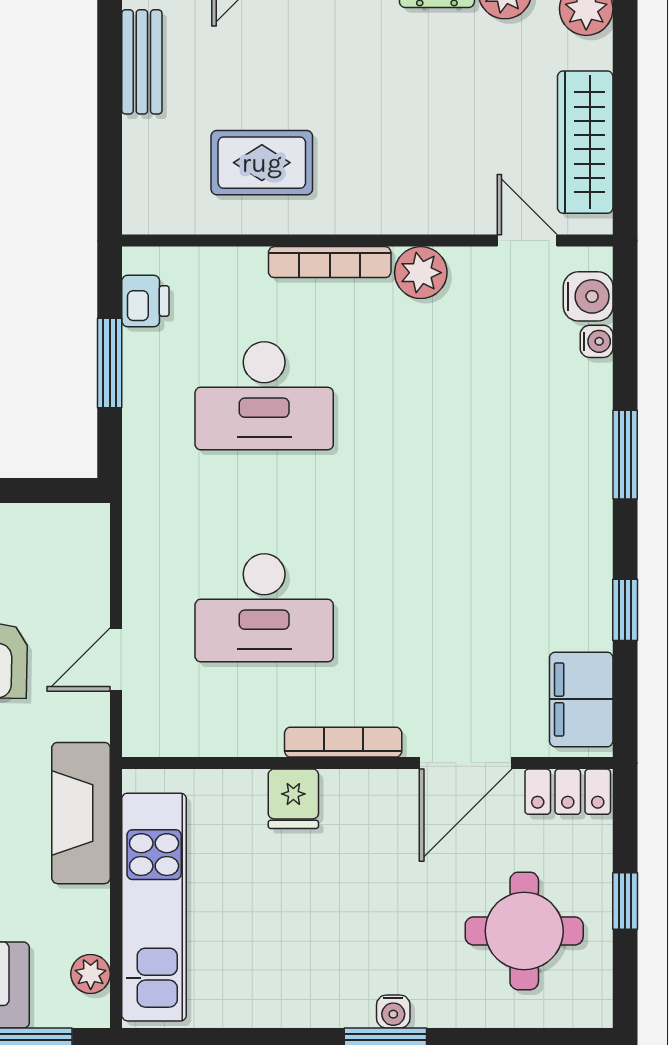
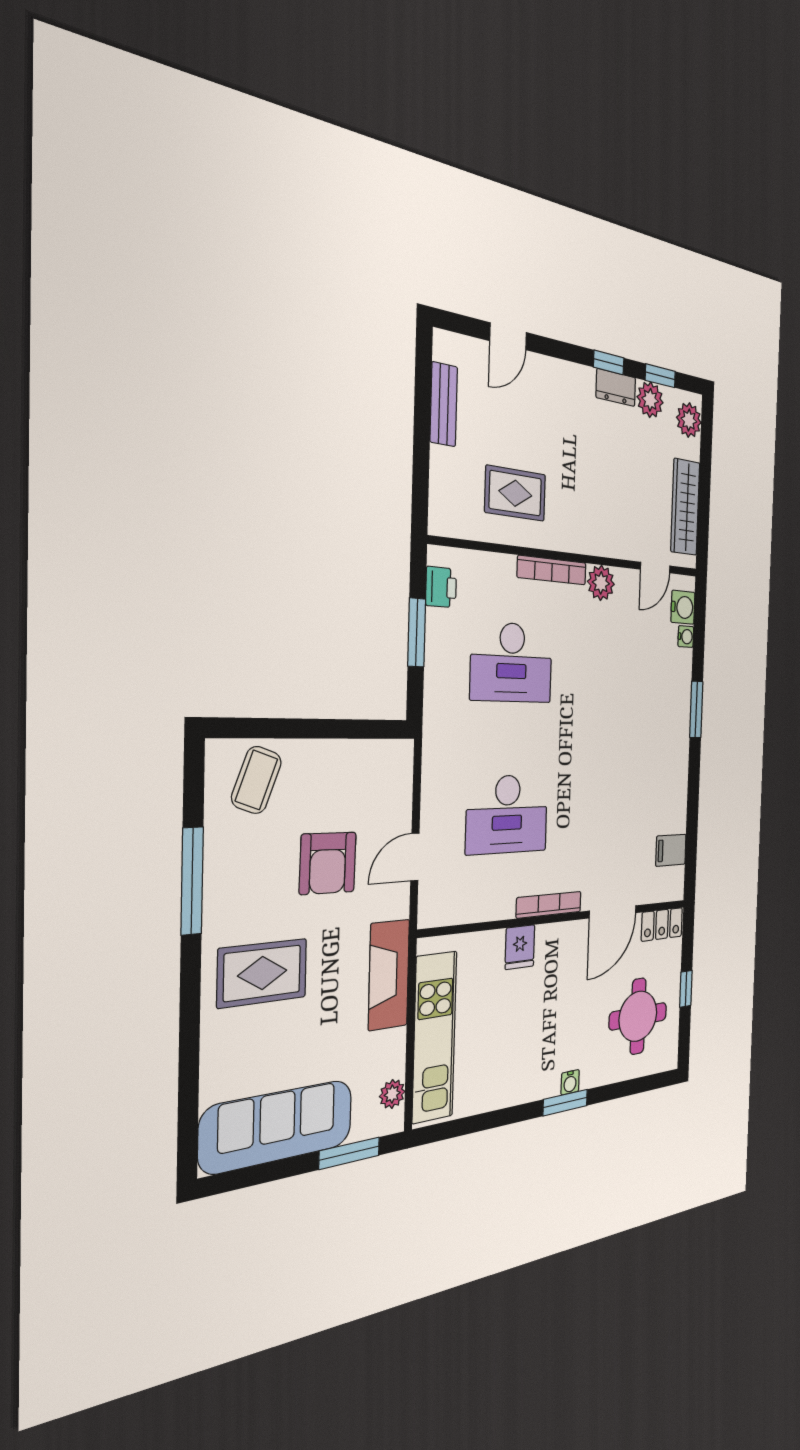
door: (527, 241) -> (655, 568), swing flipped
window: (625, 610) -> (693, 807), removed
filing cabinet: (581, 699) -> (671, 850), width x0.50

